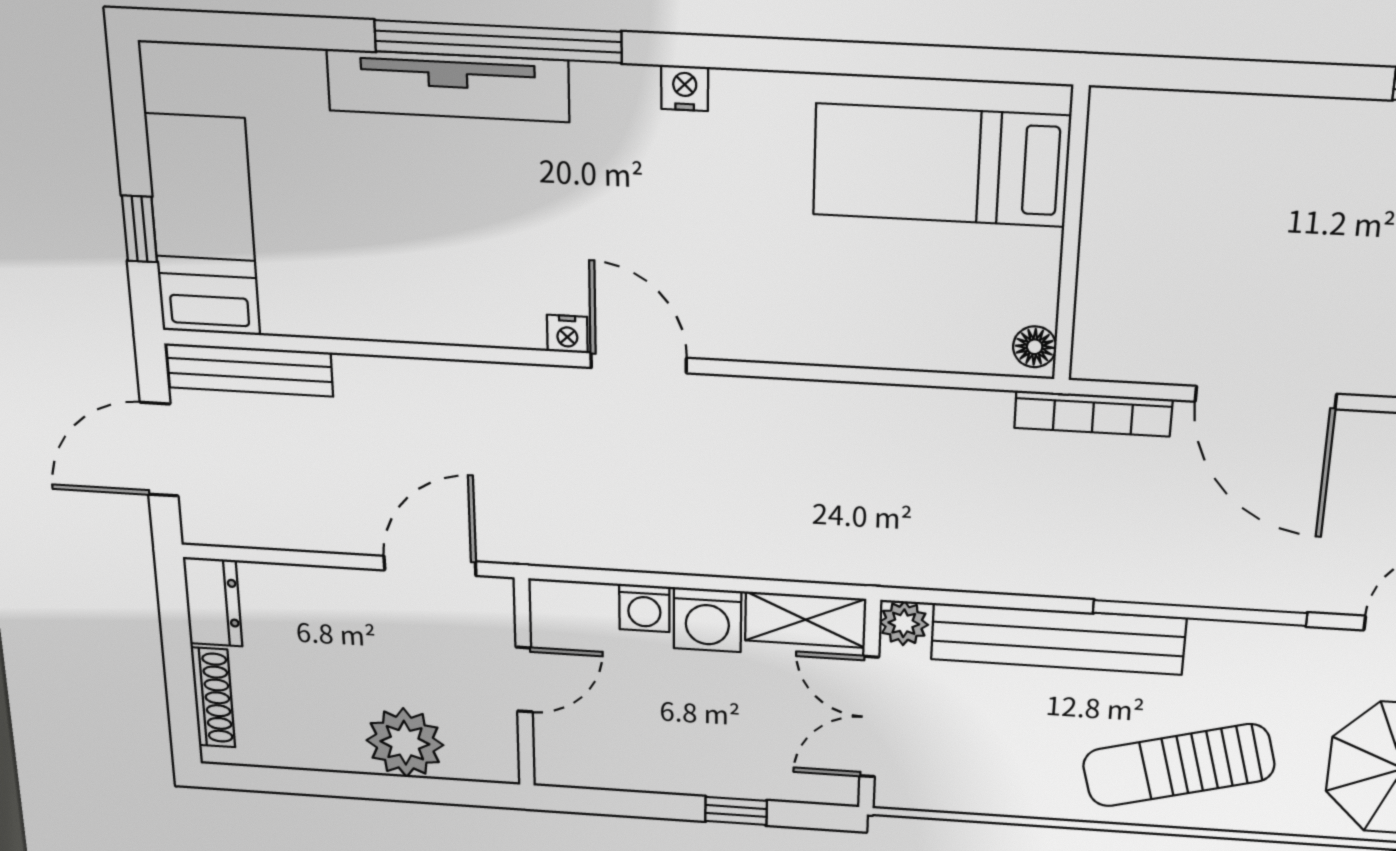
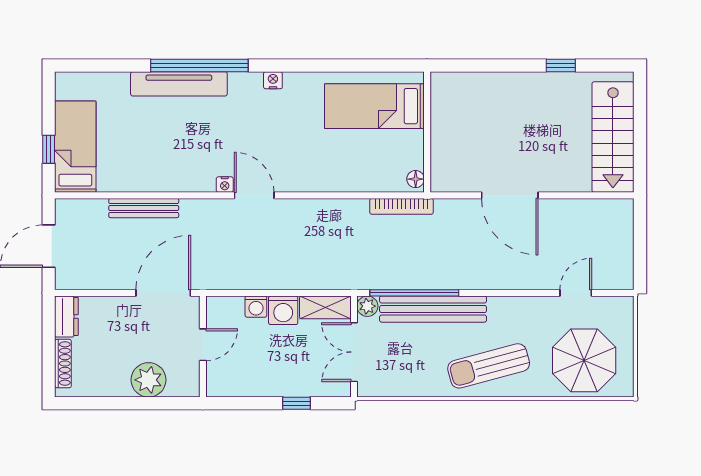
bench: (250, 370) -> (144, 208), moved
bookcase: (1093, 414) -> (402, 206), moved
door: (430, 566) -> (163, 293), width x1.36
window: (1200, 613) -> (414, 293), moved

